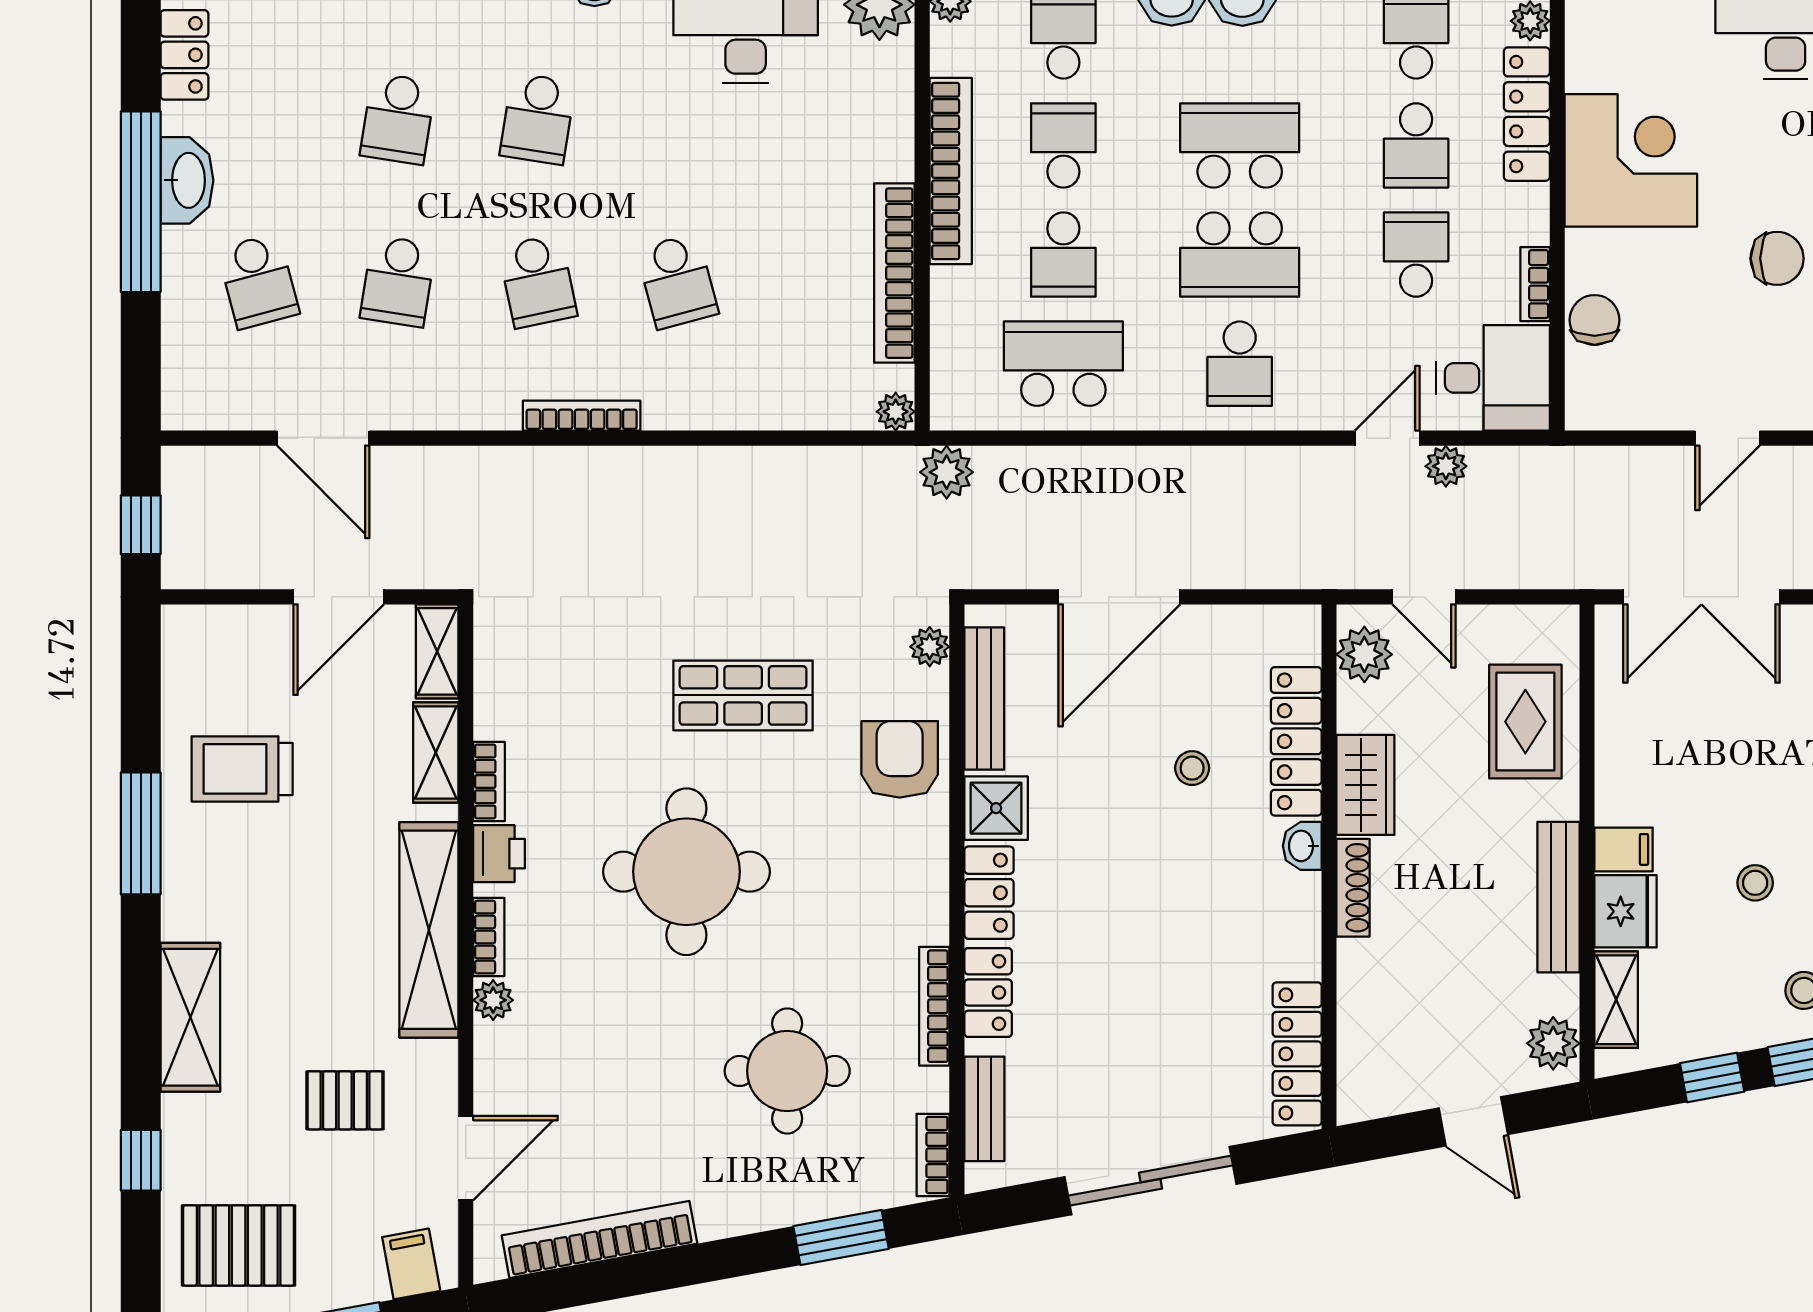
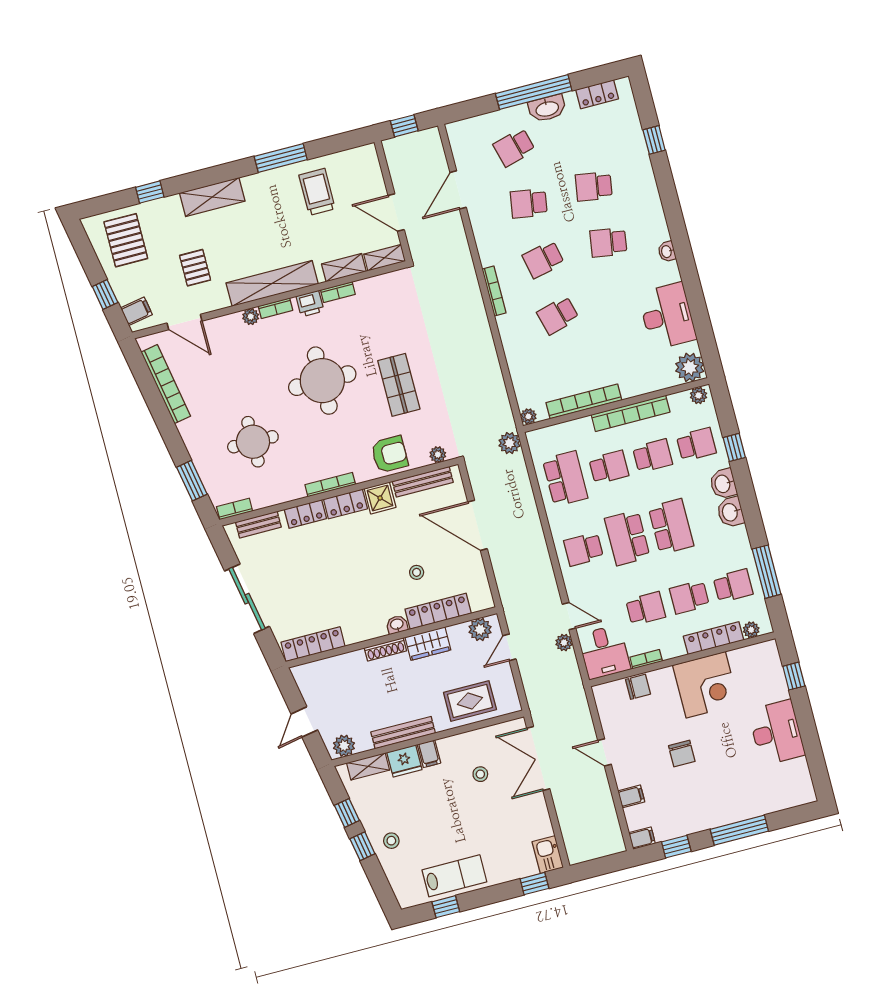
school desk: (1063, 255) -> (609, 467), turned 180
stool: (1755, 883) -> (480, 774), moved
bookcase: (934, 1006) -> (330, 485), moved

